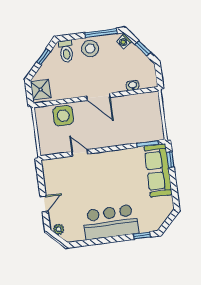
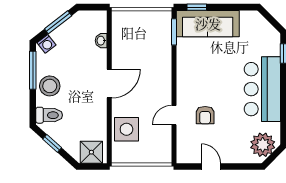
window: (143, 48) -> (58, 22), width x1.50
armchair: (83, 178) -> (205, 115), added
door: (44, 204) -> (211, 166), moved
plant: (59, 229) -> (263, 145), width x1.87, depth x1.87

